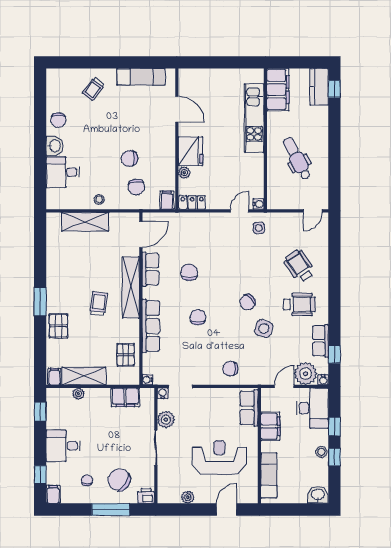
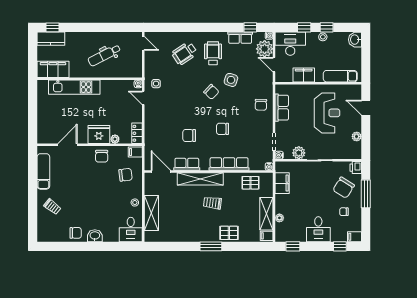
chair: (129, 158) -> (102, 156), moved
desk: (63, 172) -> (131, 230), moved
row of seats: (249, 408) -> (282, 108), moved, turned -90
reception desk: (219, 457) -> (327, 113), turned 180

